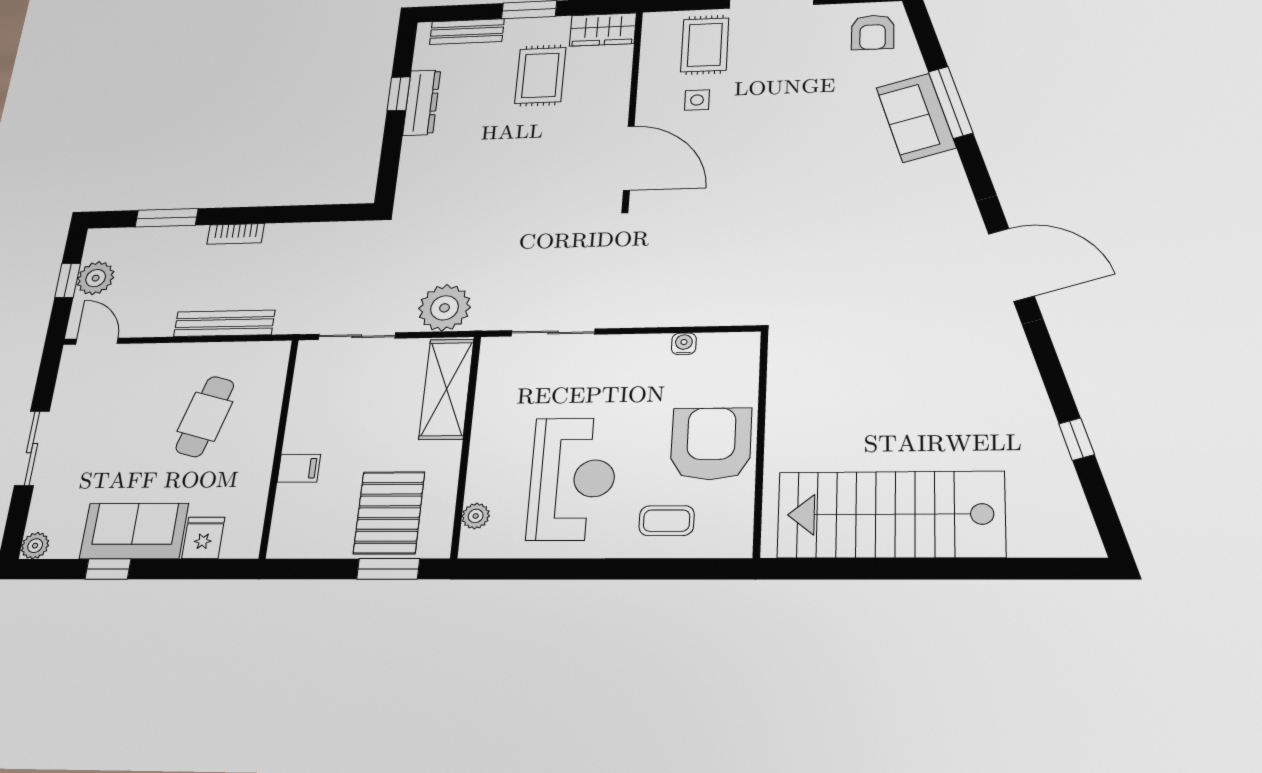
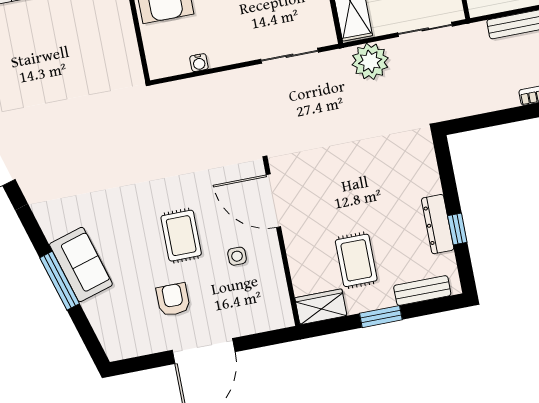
armchair: (873, 32) -> (173, 300), moved
rug: (705, 45) -> (181, 236), moved

